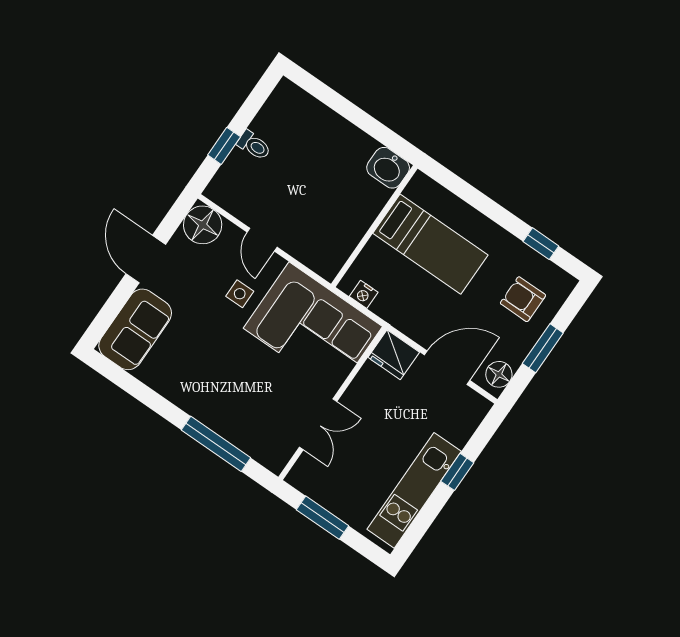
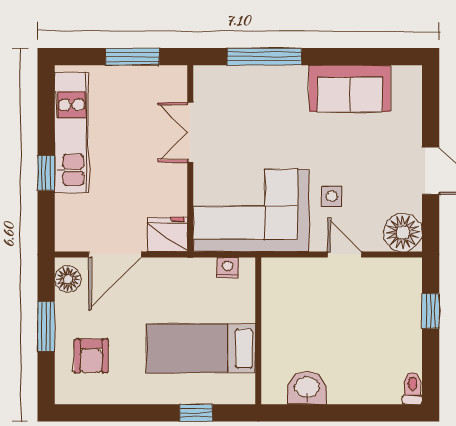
toilet: (254, 145) -> (412, 388), moved, turned 90
washbasin: (388, 168) -> (307, 388), moved
window: (541, 244) -> (196, 413), moved
armchair: (523, 299) -> (91, 356), turned 90
sofa: (135, 329) -> (350, 89), moved, turned -90

